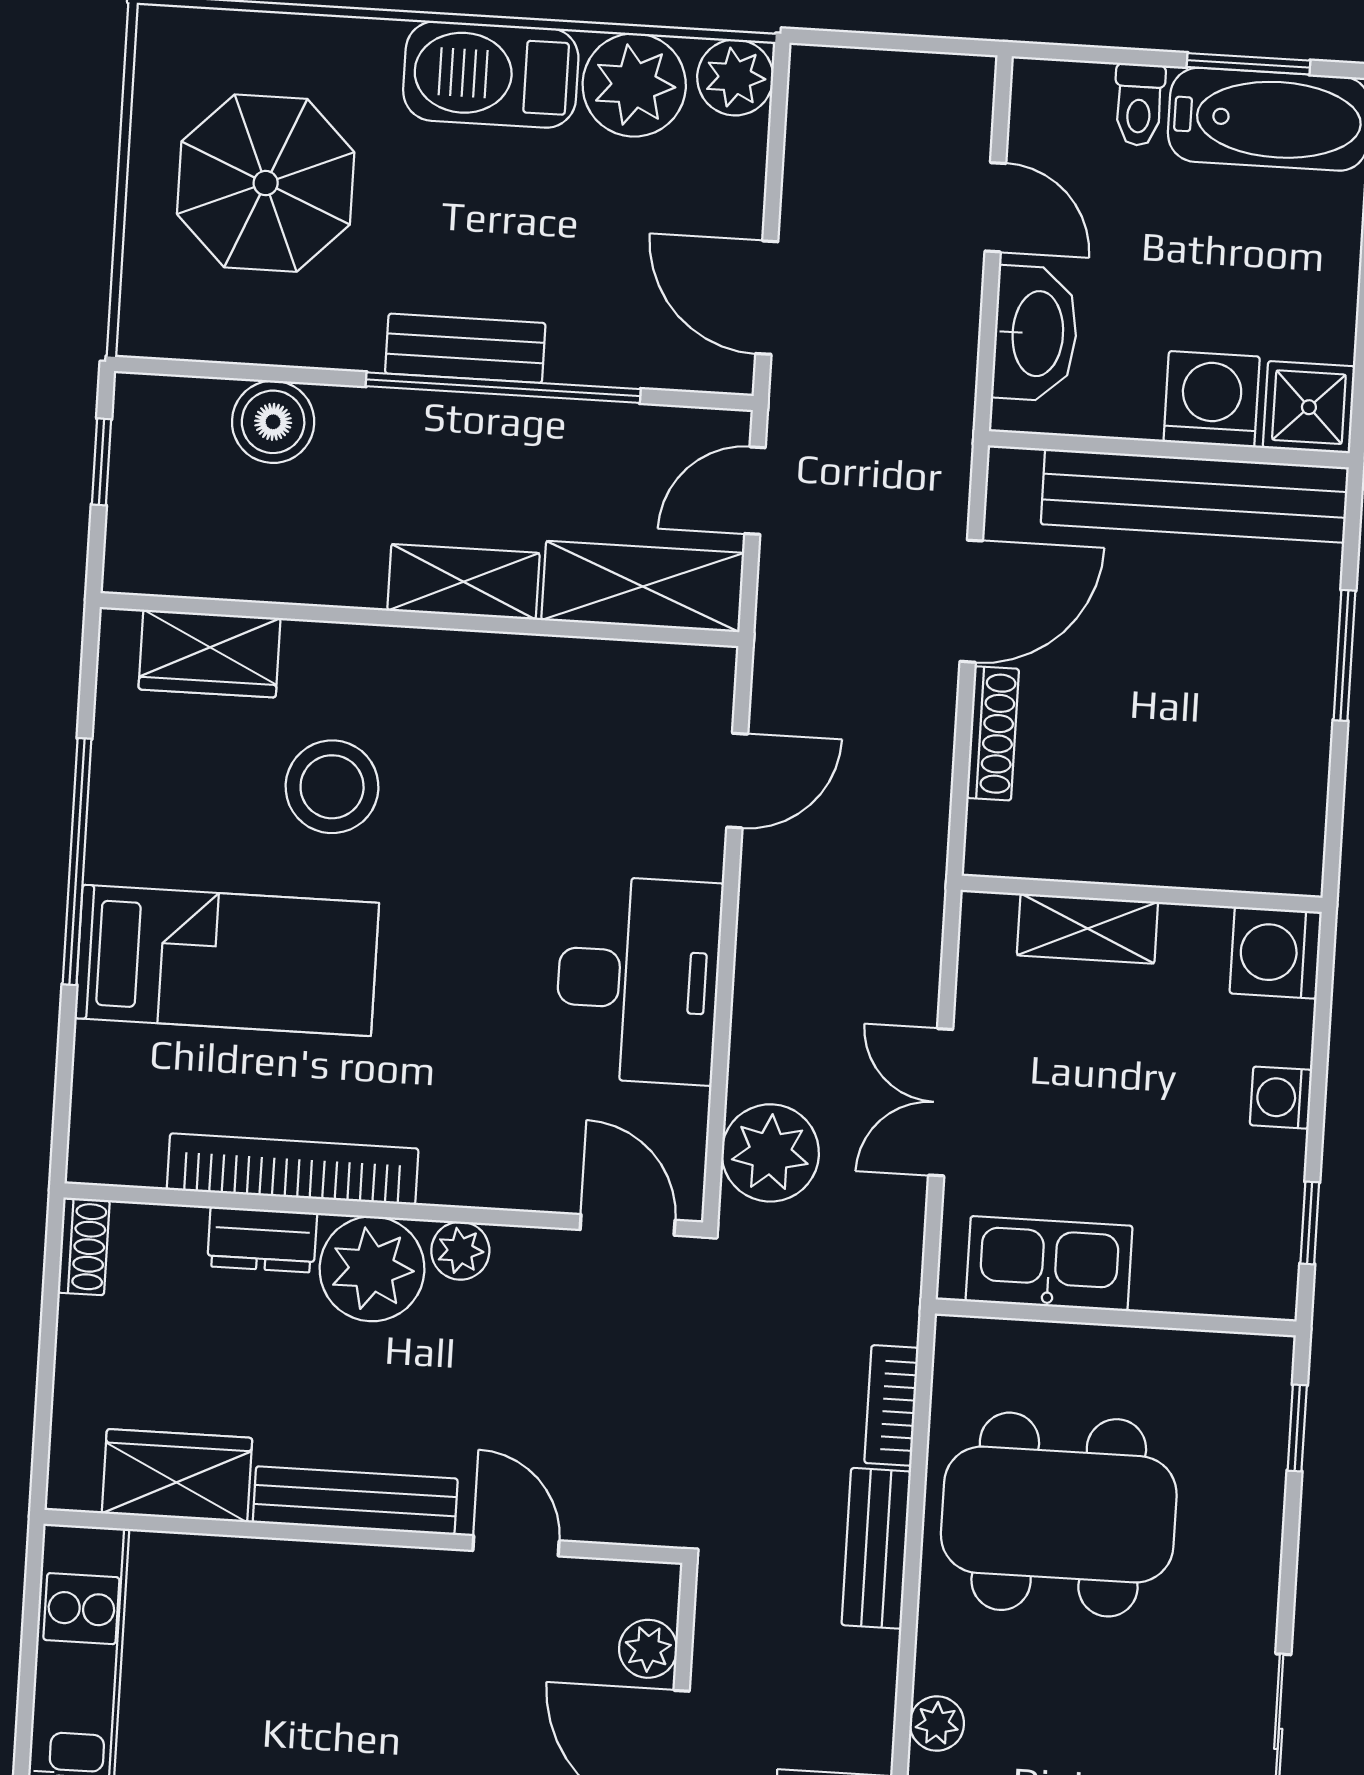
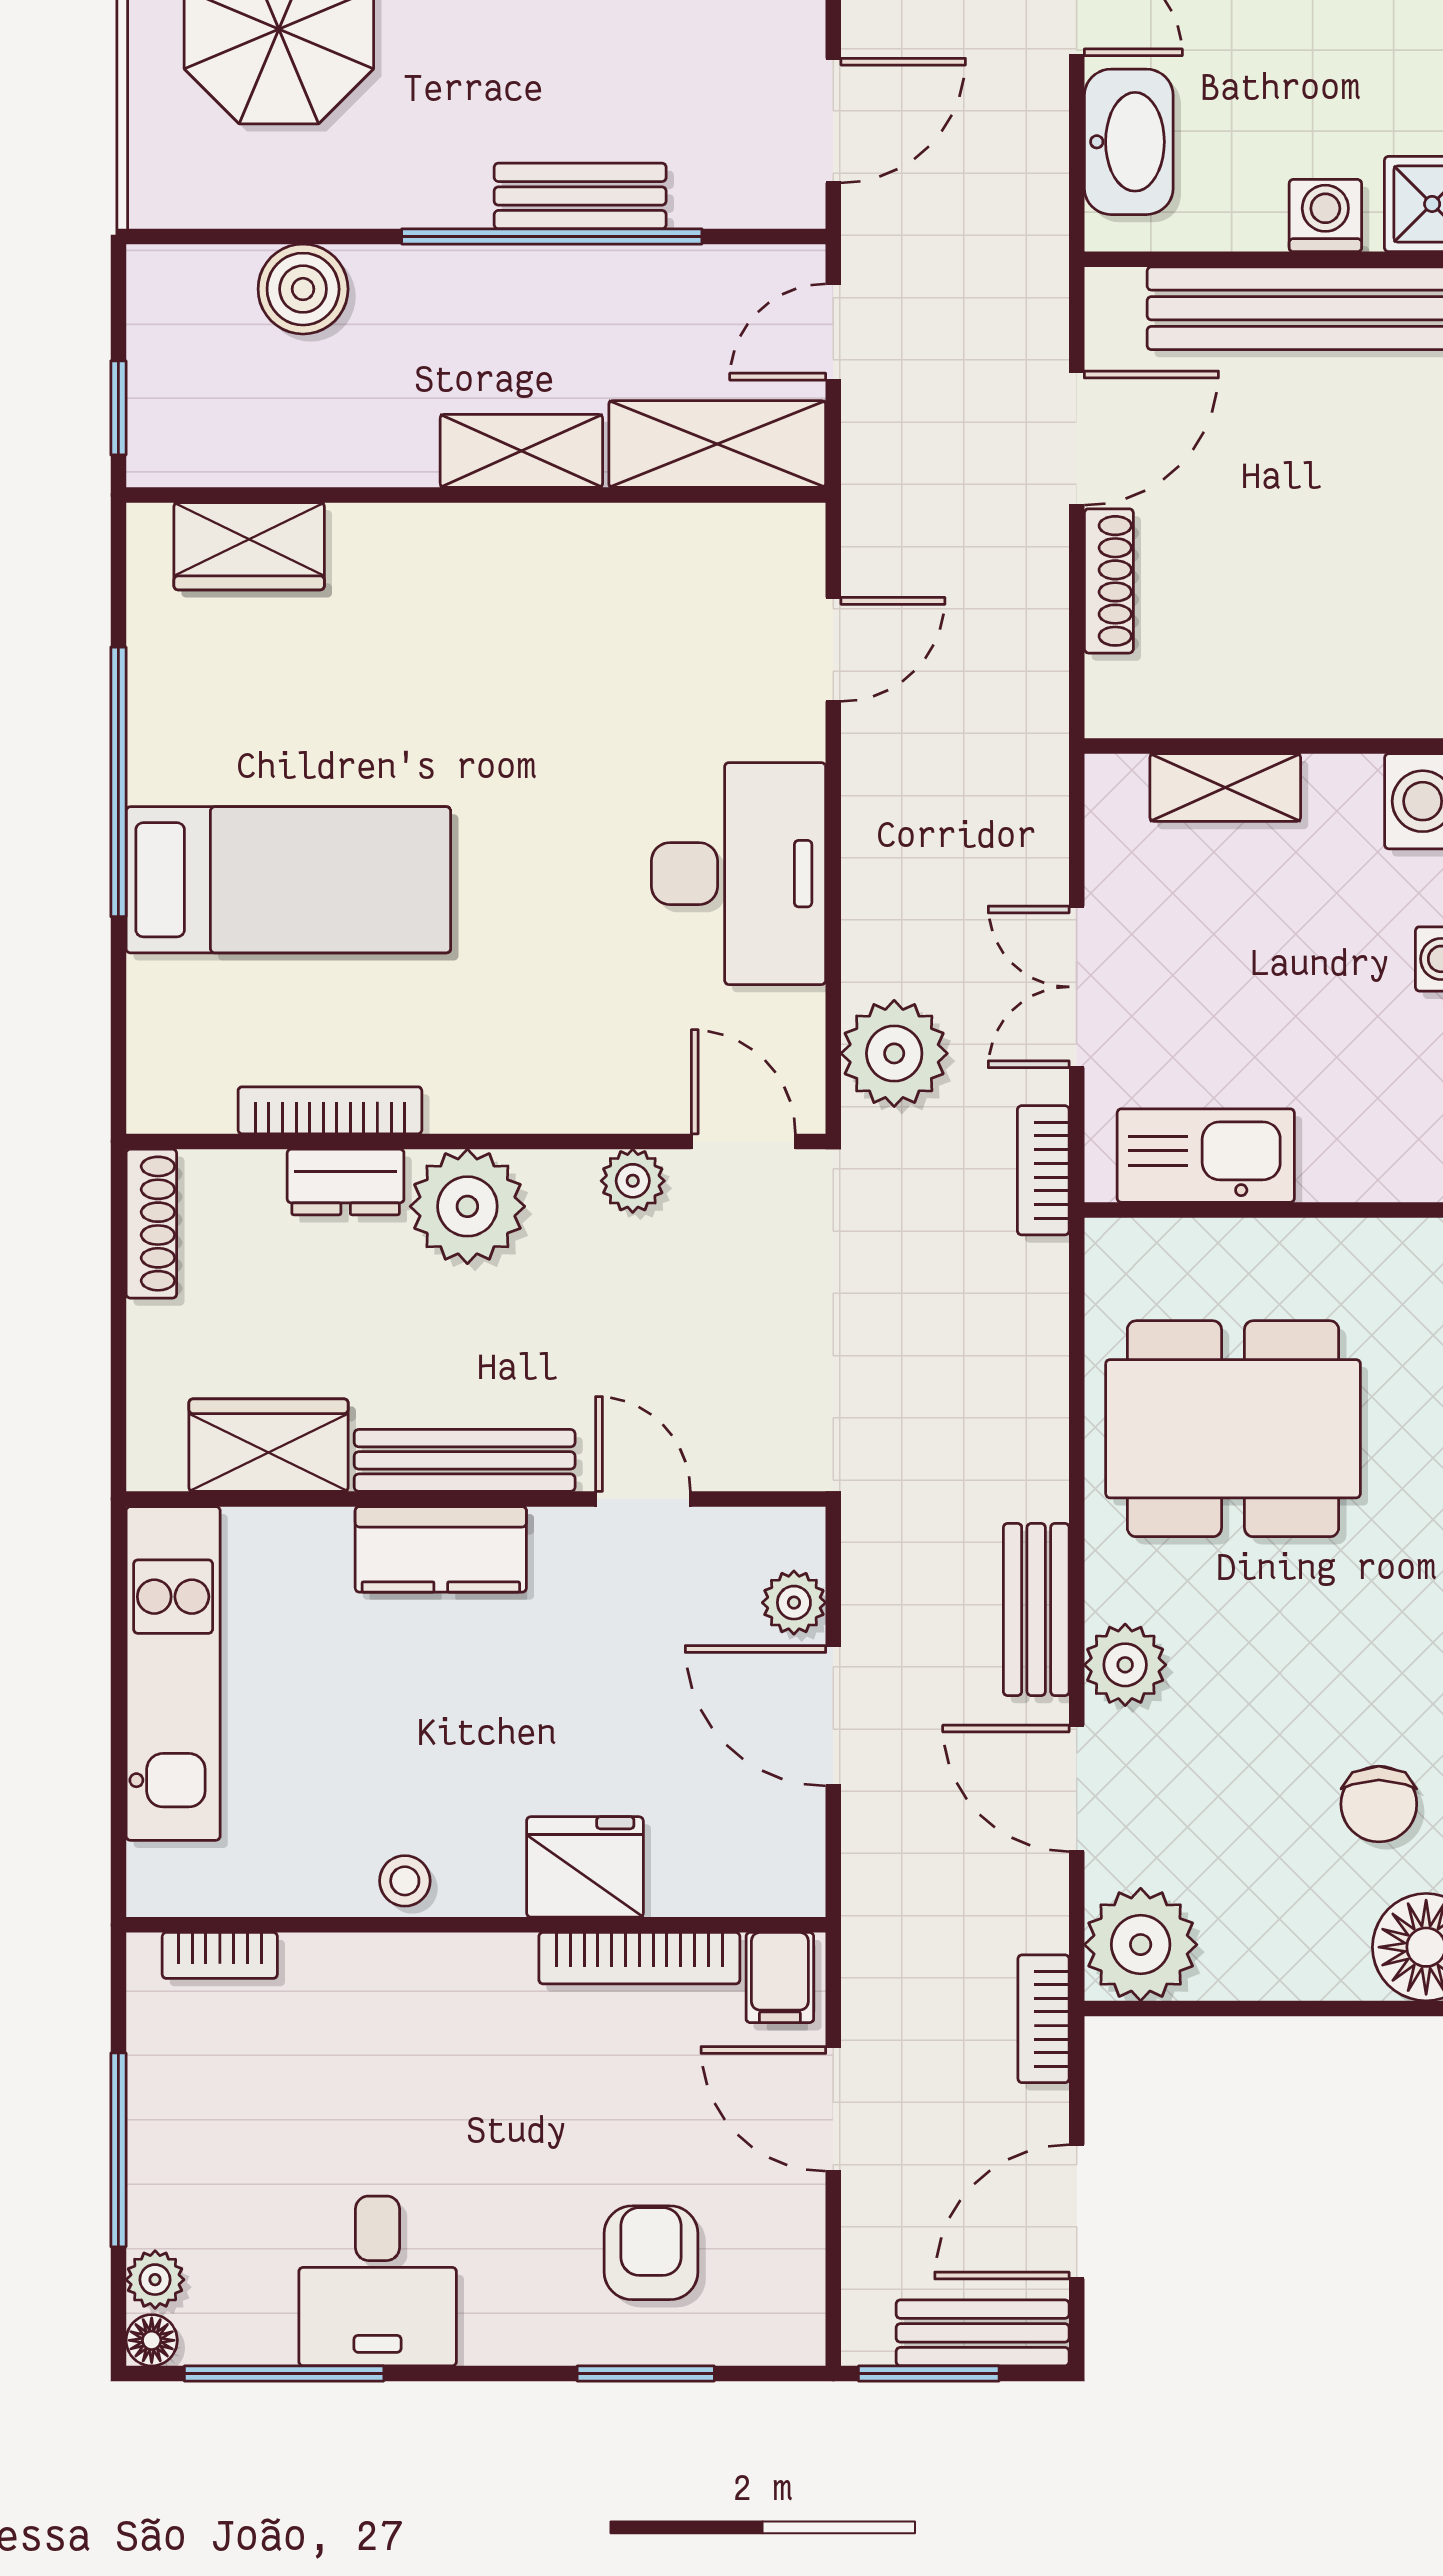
door: (767, 298) -> (833, 121), swing flipped
bench: (465, 348) -> (580, 196), moved
washing machine: (1212, 399) -> (1325, 215), width x0.73, depth x0.73
window: (101, 462) -> (118, 408), moved
stool: (332, 787) -> (392, 683), removed
bookcase: (293, 1169) -> (330, 1110), width x0.68, depth x0.76
shoe rack: (84, 1246) -> (151, 1224), width x1.43
plant: (460, 1251) -> (633, 1181), moved
bookcase: (891, 1405) -> (1043, 1170), moved
bench: (876, 1548) -> (1036, 1609), moved
kitchen counter: (329, 1580) -> (441, 1549), added
plant: (937, 1723) -> (1125, 1665), width x1.38, depth x1.38

